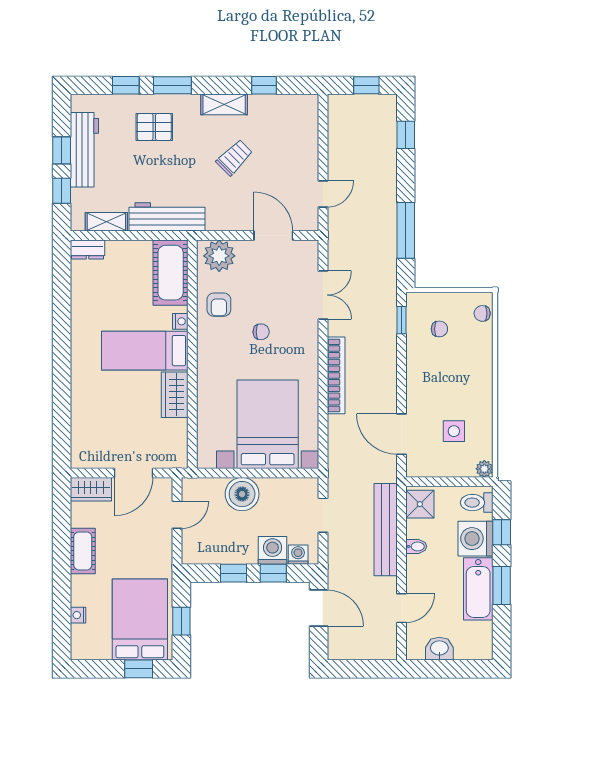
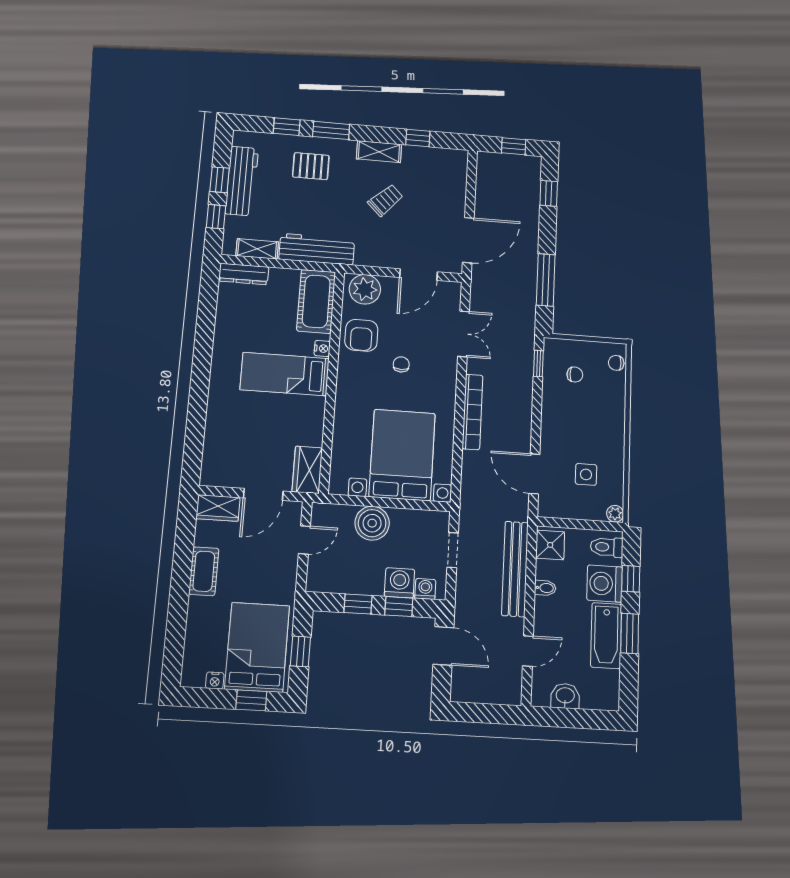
door: (323, 194) -> (468, 240), width x1.88
door: (273, 236) -> (419, 275), swing flipped
dresser: (88, 250) -> (244, 274), width x1.44
armchair: (219, 305) -> (361, 335), width x1.38, depth x1.38
chair: (261, 332) -> (401, 364), turned -90
wardrobe: (175, 395) -> (307, 470), moved
nightstand: (78, 615) -> (215, 681), moved, turned -90

